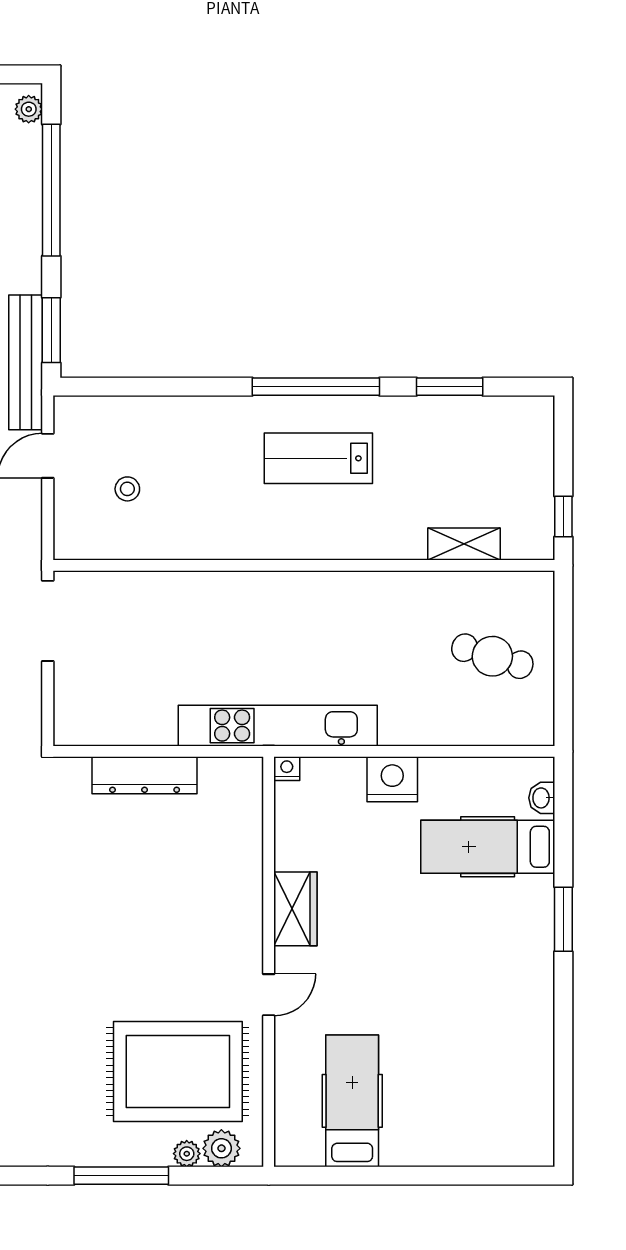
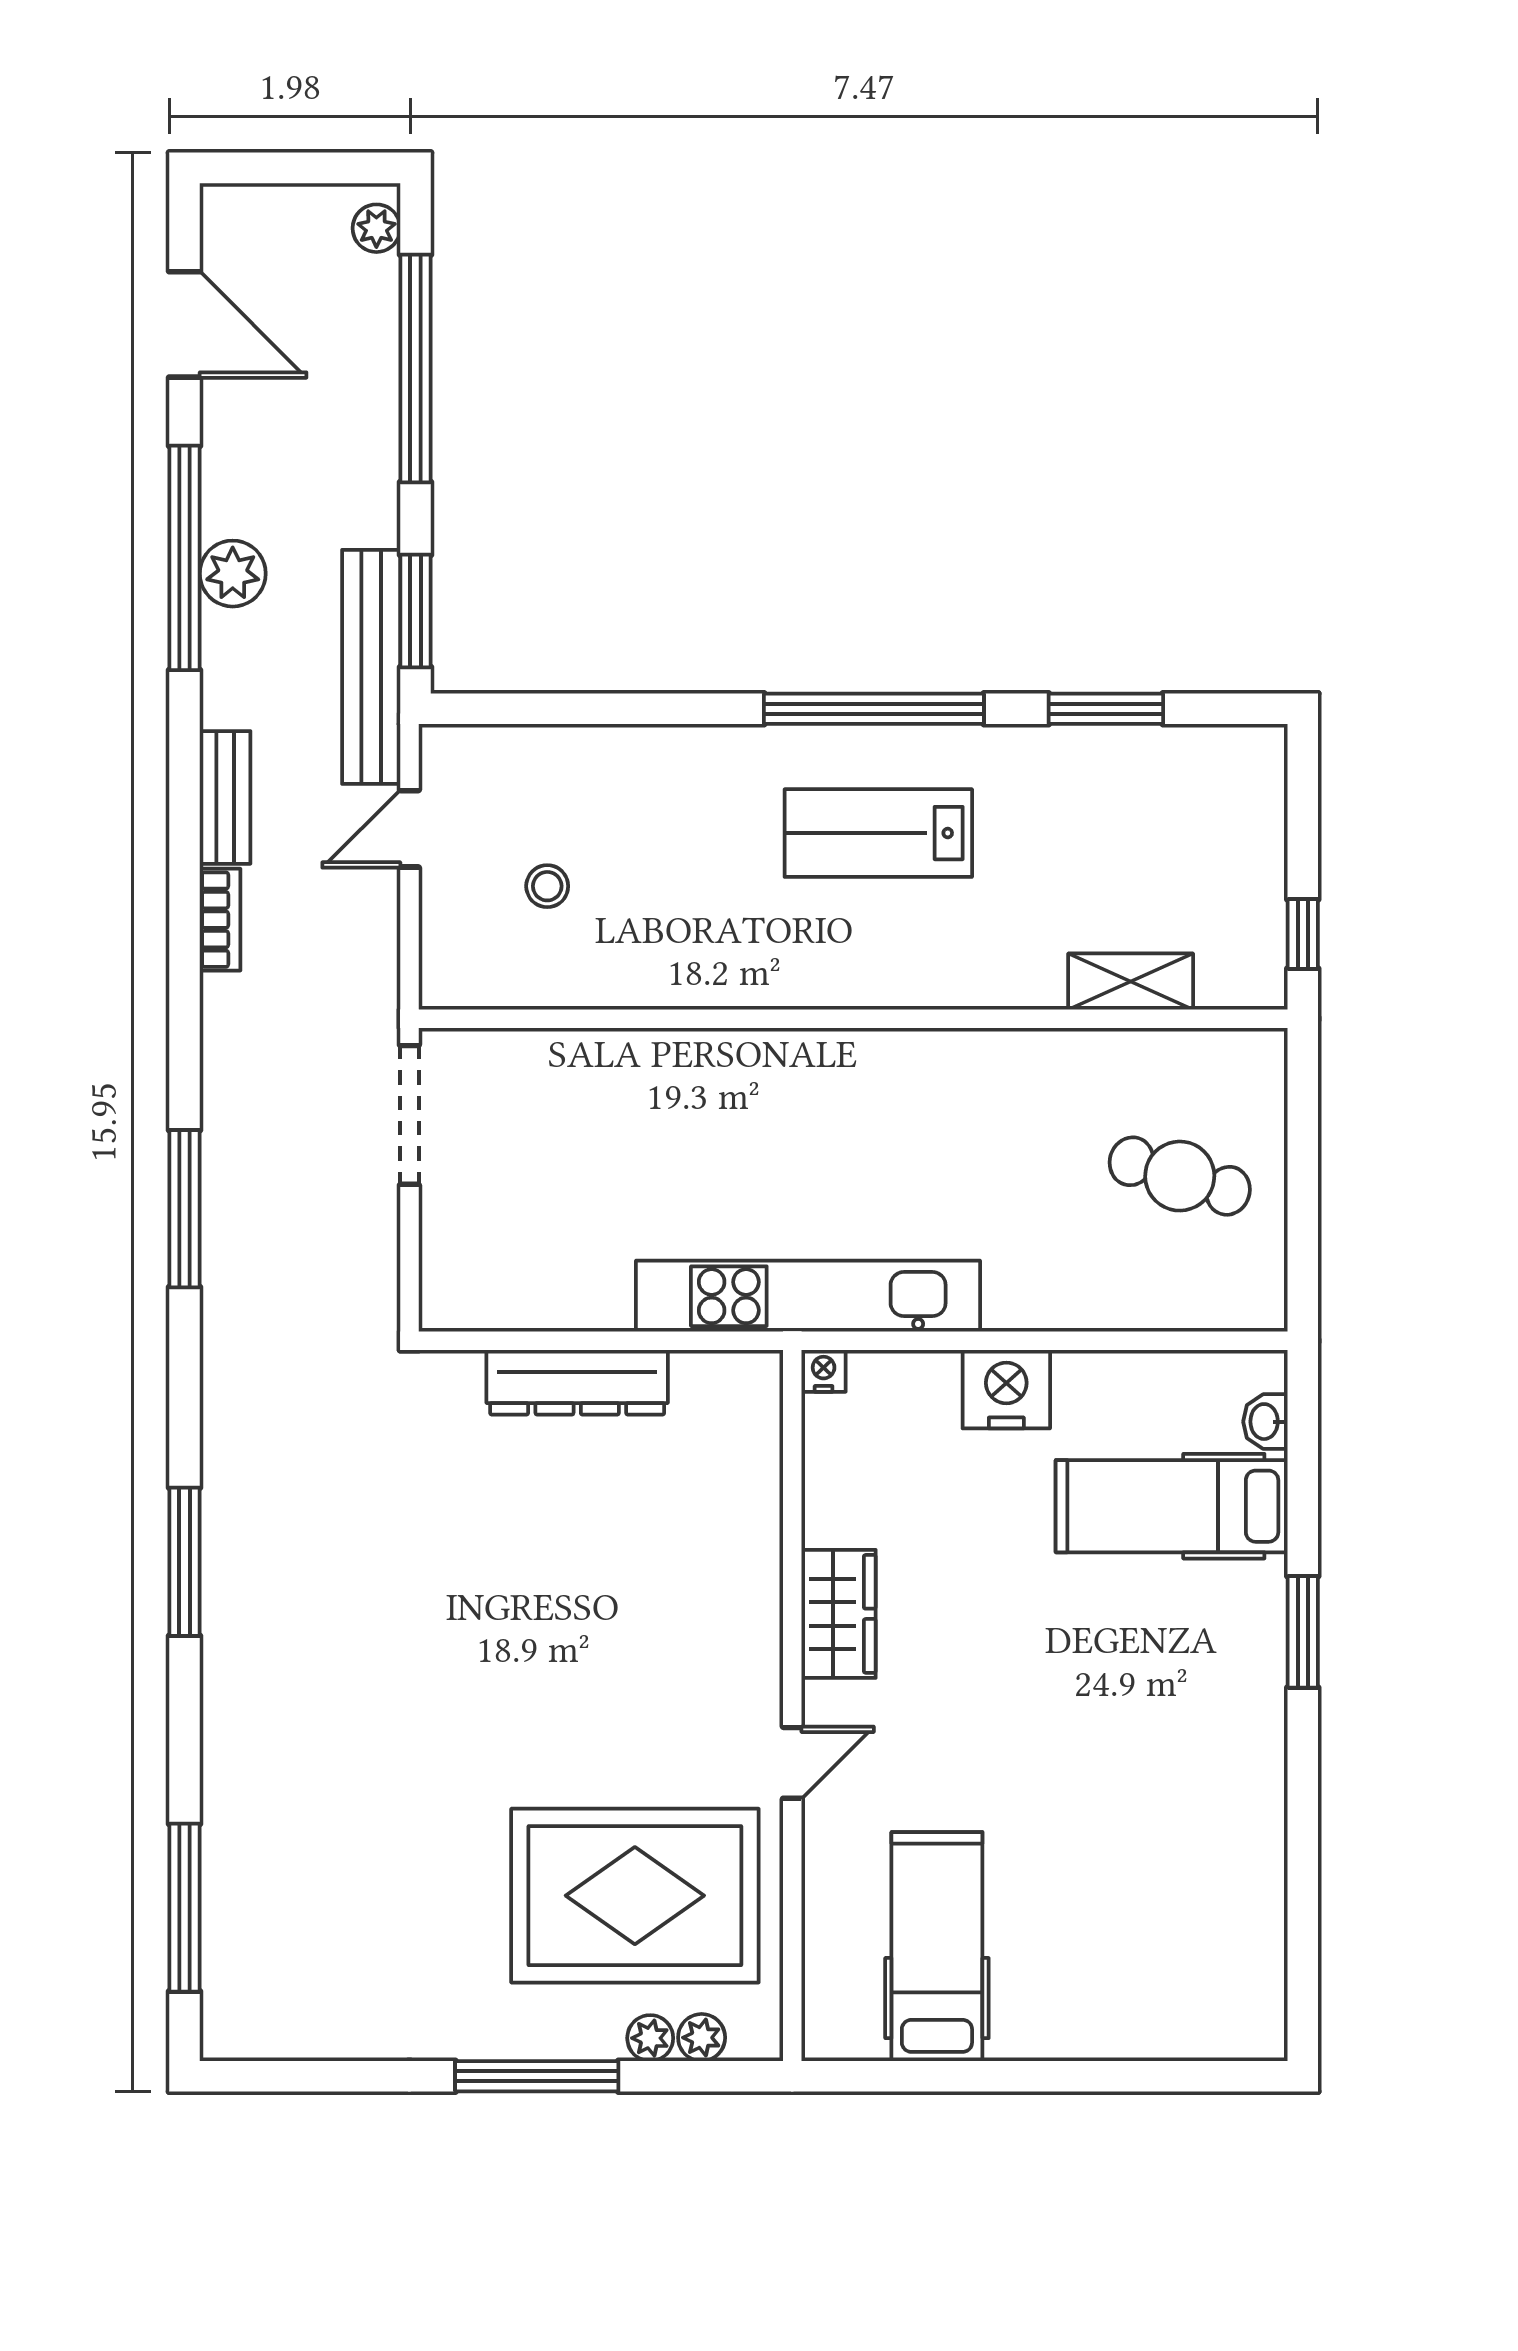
plant: (221, 1148) -> (702, 2038), width x0.73, depth x0.73

